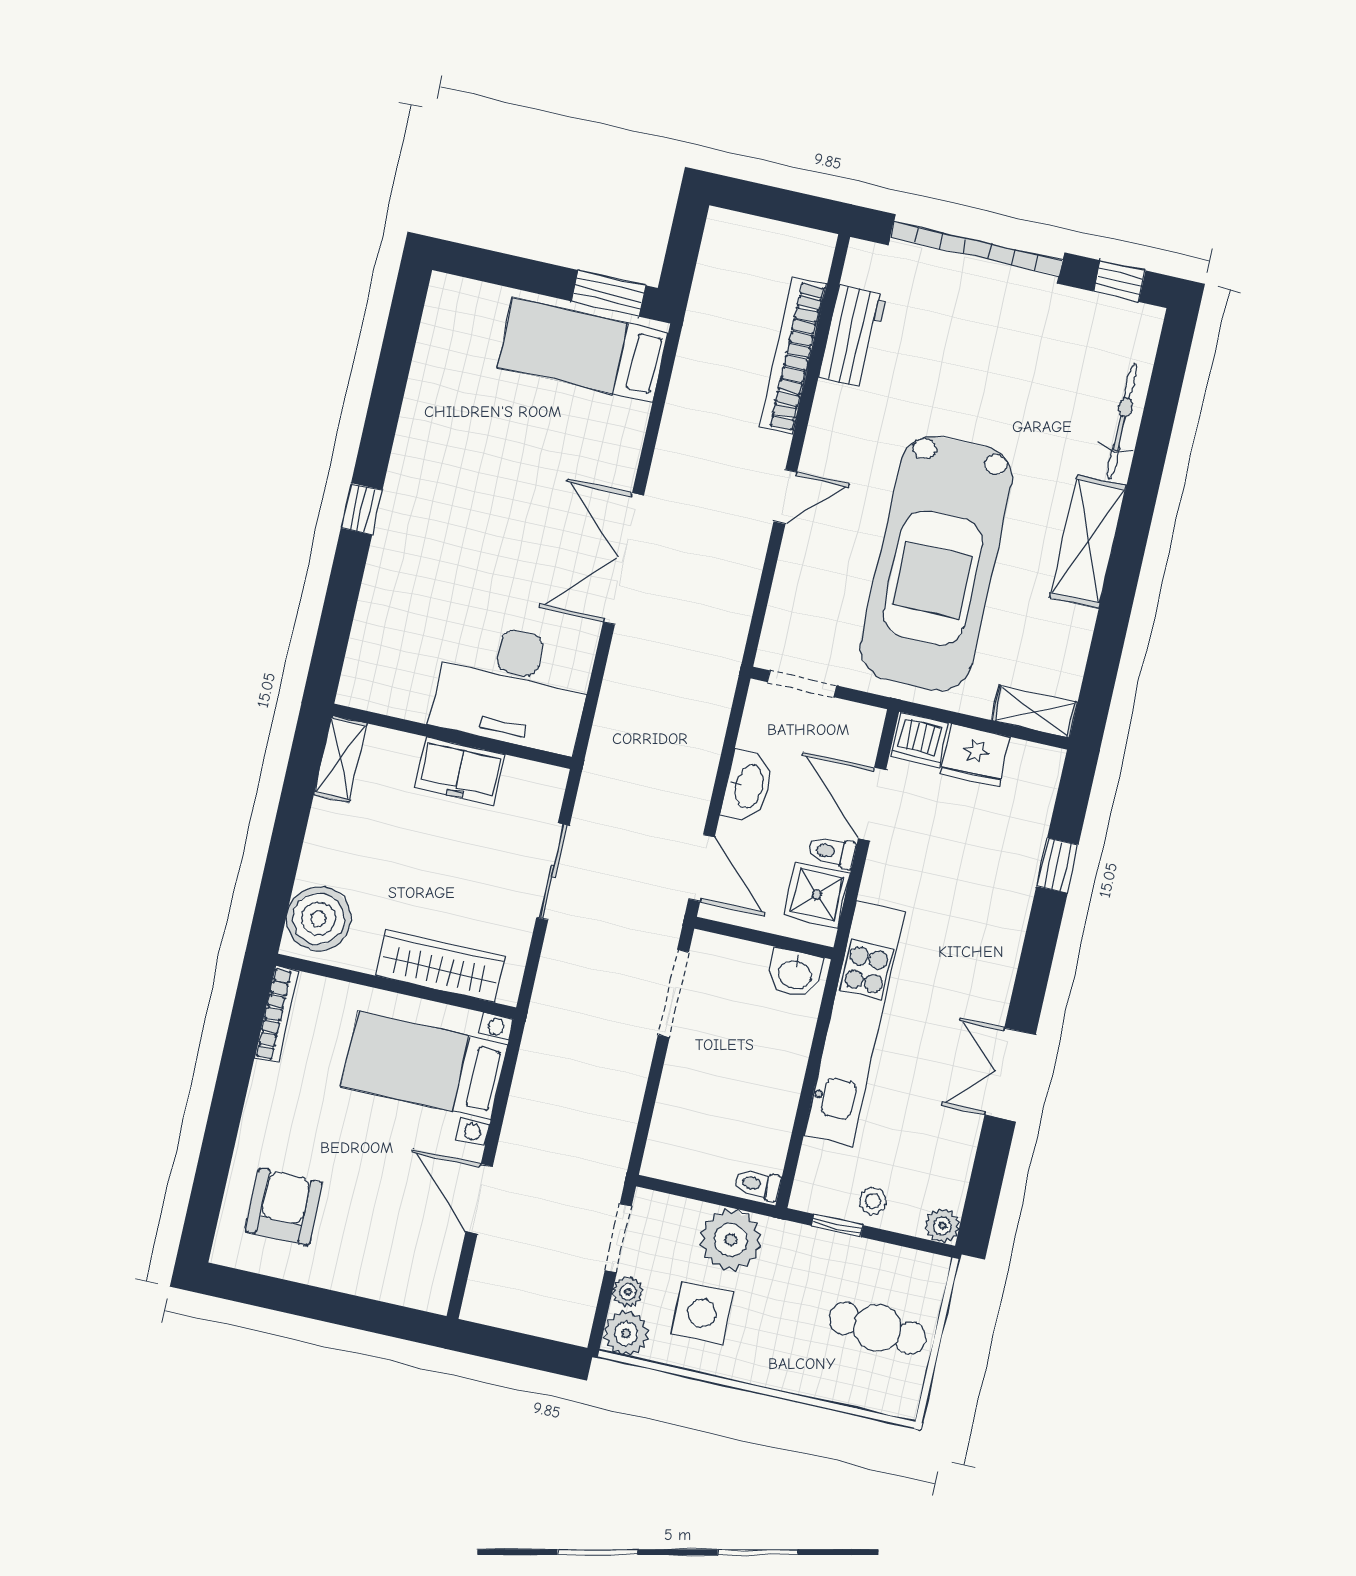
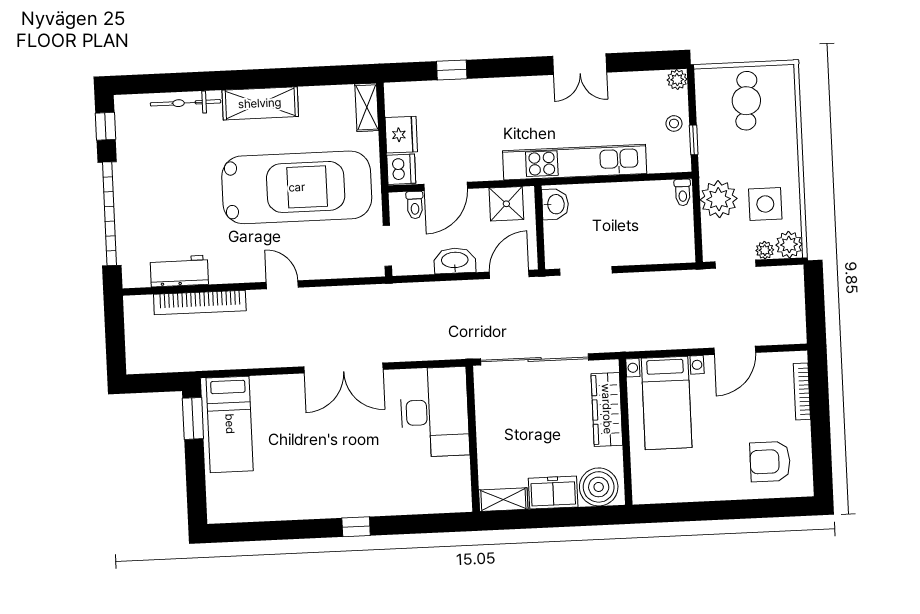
freezer: (460, 771) -> (553, 493), moved, turned -90
toilet: (832, 852) -> (415, 205), moved
sliding door: (553, 871) -> (535, 359), width x1.86
bookcase: (277, 1014) -> (802, 391), moved, turned -90

